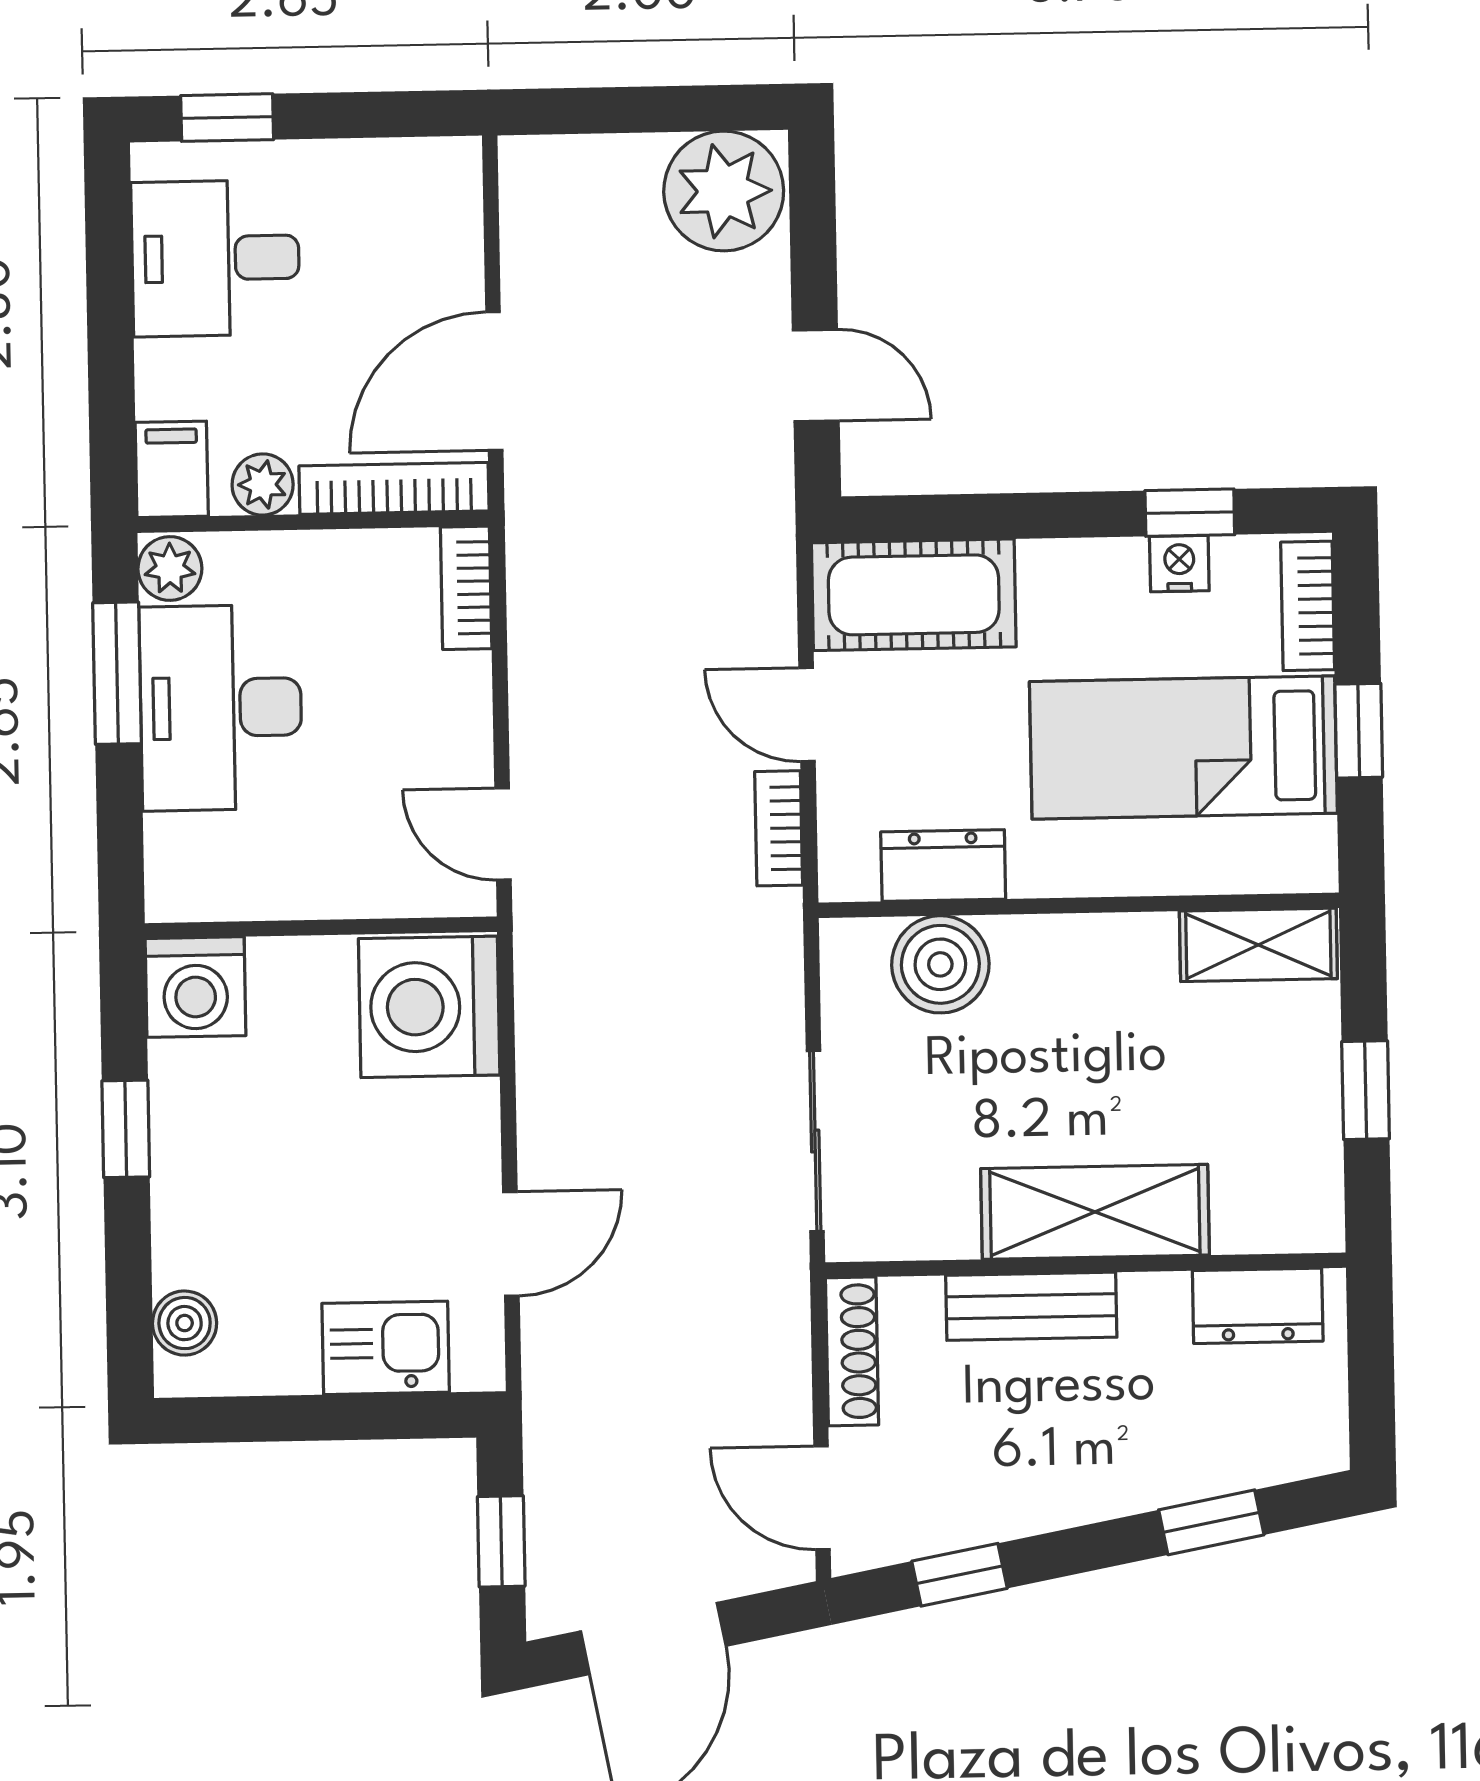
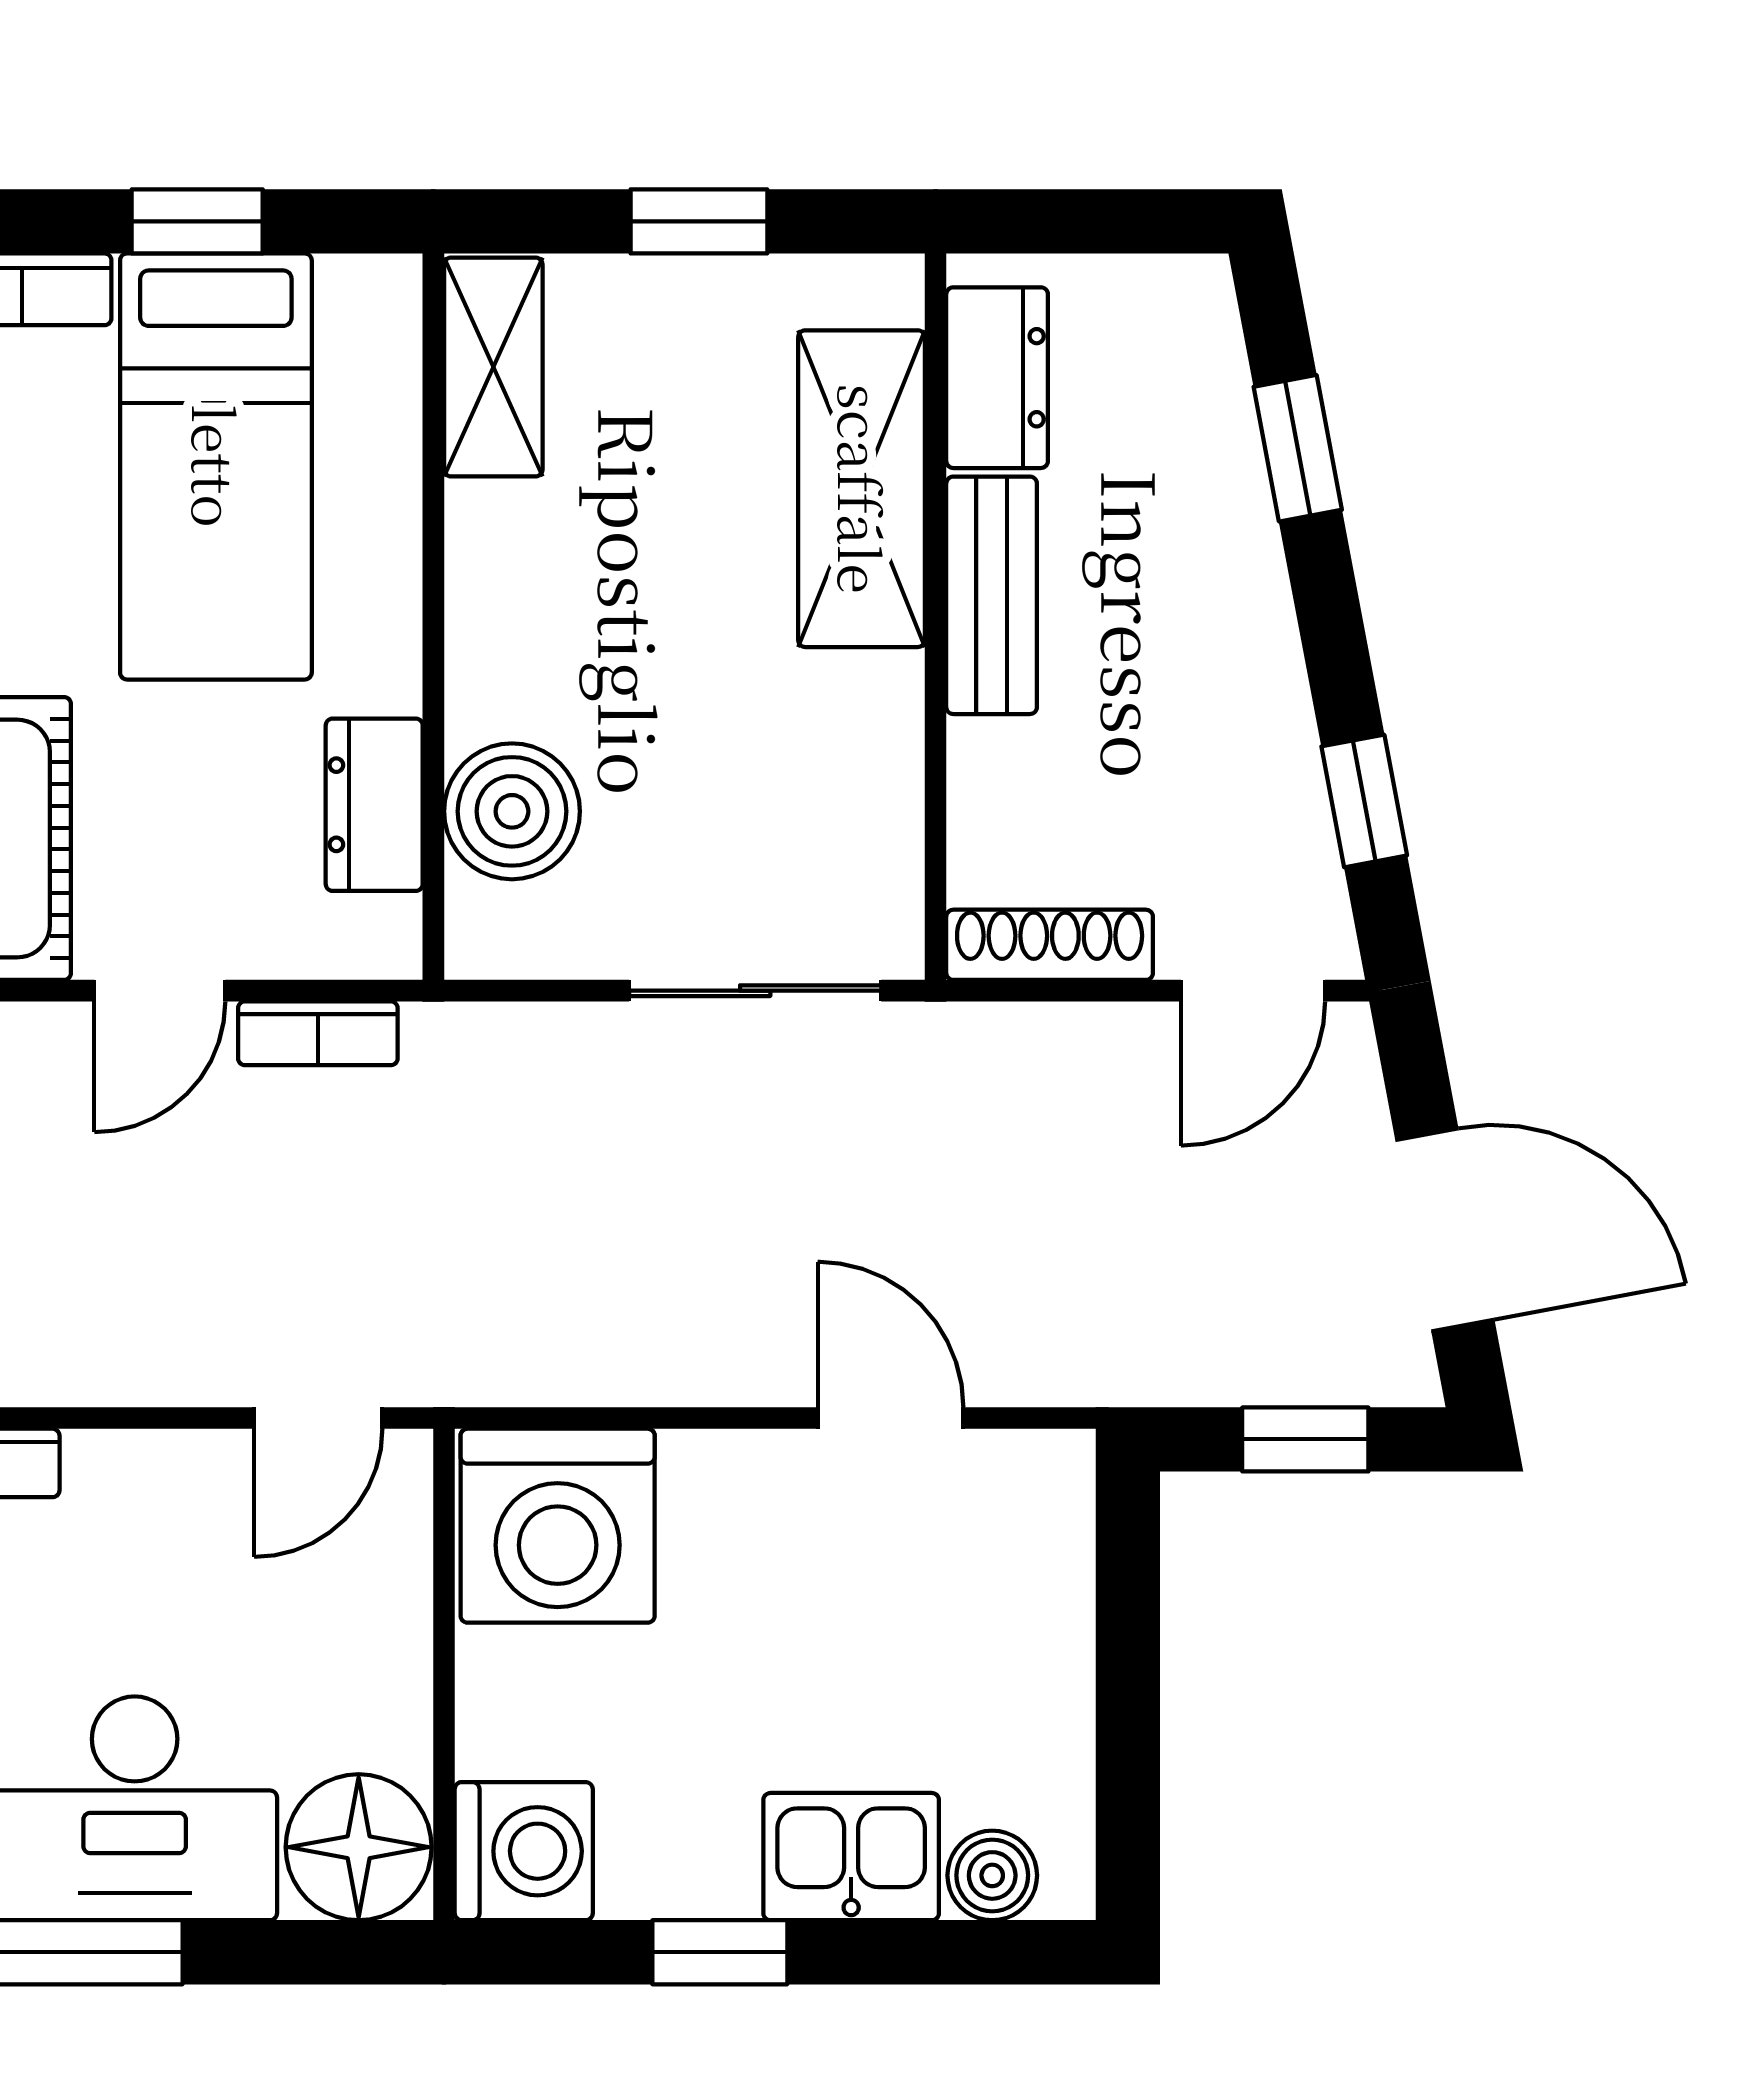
floor lamp: (196, 869) -> (359, 1847), added
shelving: (1095, 1212) -> (862, 489), moved
bench: (1031, 1306) -> (992, 595), moved
kitchen sink: (386, 1348) -> (851, 1857), moved, turned 90

